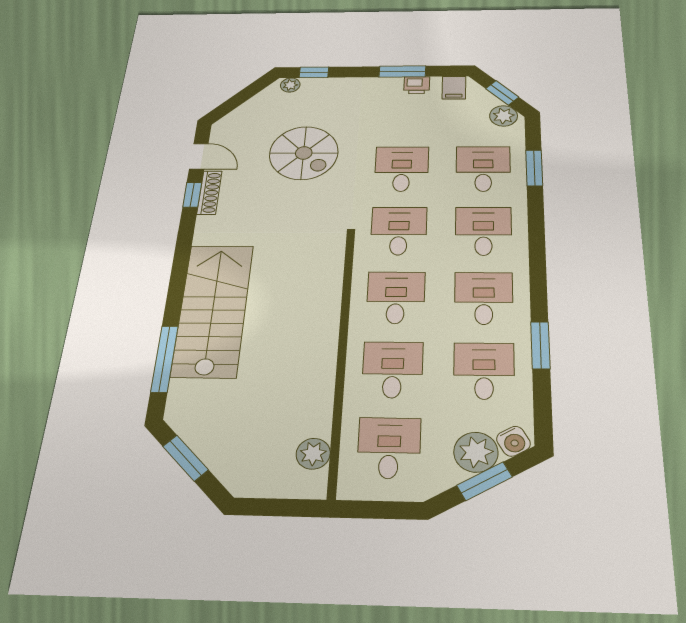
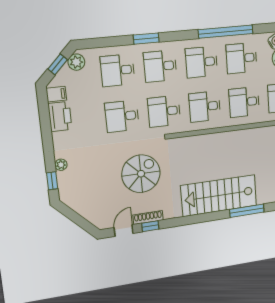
window: (402, 71) -> (46, 127), removed
plant: (290, 85) -> (61, 165), moved
printer: (417, 85) -> (60, 117), width x1.87, depth x1.48
spiral stairs: (304, 153) -> (141, 174), moved
window: (534, 168) -> (146, 39), moved
window: (540, 345) -> (226, 32), width x2.11

